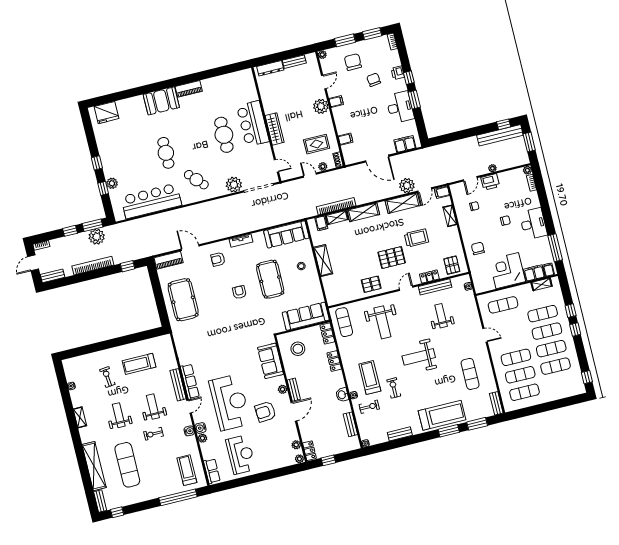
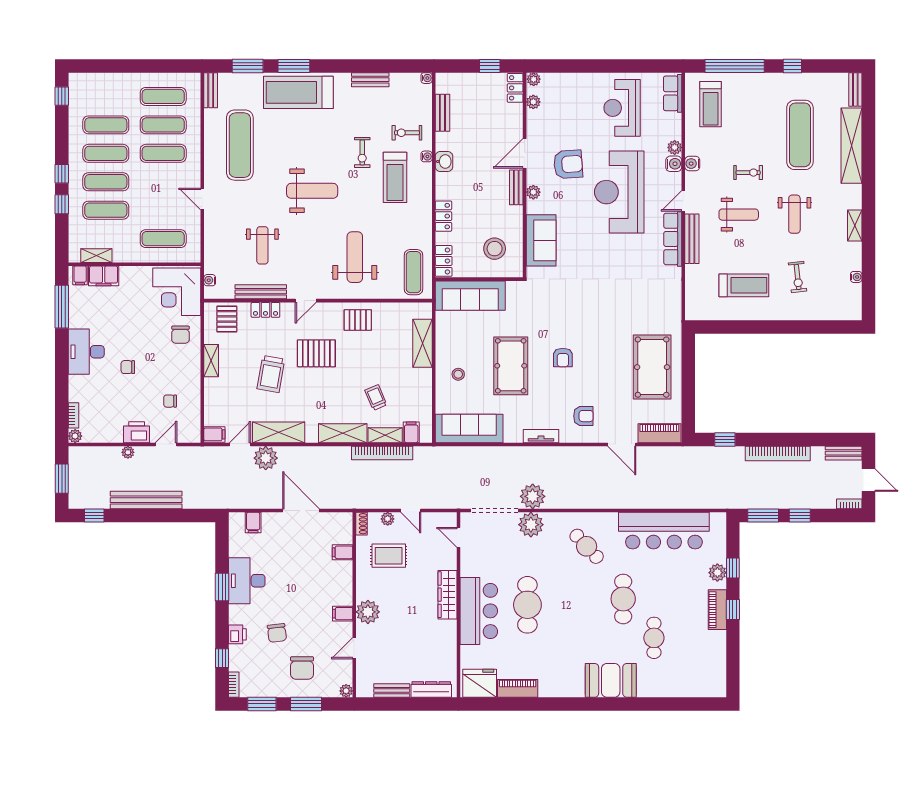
window: (409, 78) -> (222, 658), moved
piano: (189, 89) -> (518, 688), moved
fridge: (106, 113) -> (480, 683), moved
cafe table: (141, 134) -> (654, 638), added
bench: (500, 135) -> (146, 500), moved
filing cabinet: (405, 144) -> (253, 523), width x0.50
piano: (106, 161) -> (717, 610), added
shelving: (450, 216) -> (211, 361), moved
plant: (97, 237) -> (533, 496), moved
trolley: (416, 238) -> (271, 374), turned -80
trolley: (348, 239) -> (376, 398), added
shelving: (323, 261) -> (422, 343), moved
door: (33, 263) -> (868, 480), hinge flipped
corner desk: (507, 271) -> (177, 292), moved, turned 90
exercise mat: (470, 374) -> (240, 145), width x1.36, depth x1.45
weight bench: (153, 407) -> (739, 215), turned -90
window: (117, 512) -> (792, 66), moved

